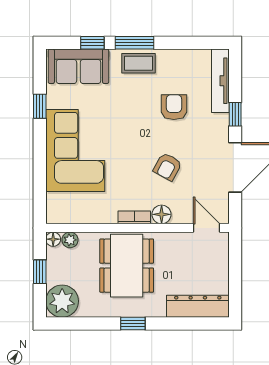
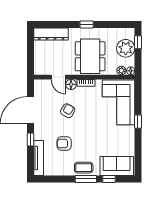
window: (40, 106) -> (138, 122), moved
armchair: (174, 107) -> (64, 143), turned 90
corner sofa: (75, 151) -> (118, 102), moved
door: (207, 228) -> (58, 77), moved
window: (40, 272) -> (138, 42), moved
plant: (62, 301) -> (126, 48), moved

